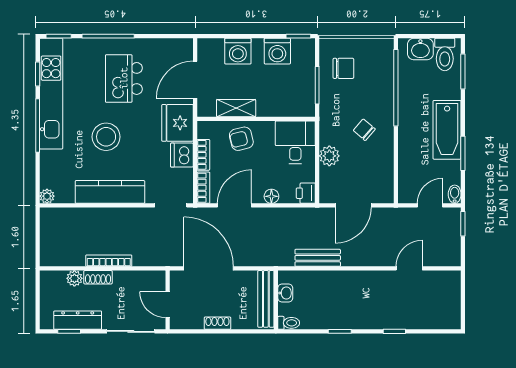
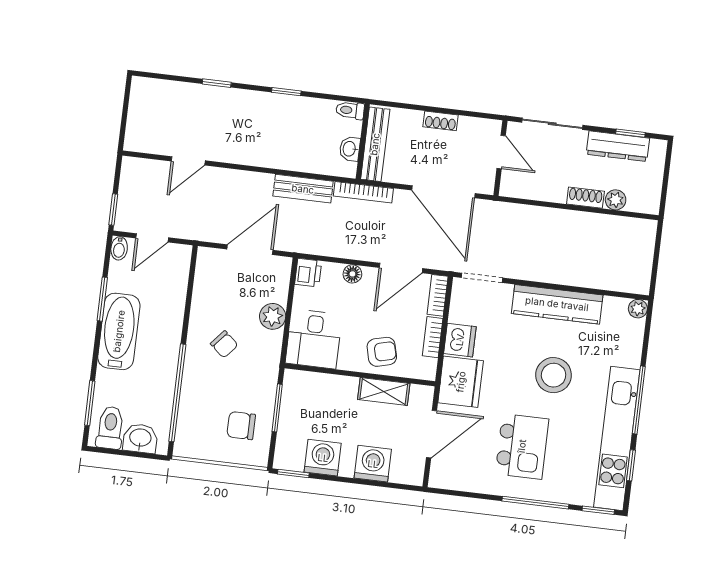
bookcase: (109, 261) -> (363, 192), moved

